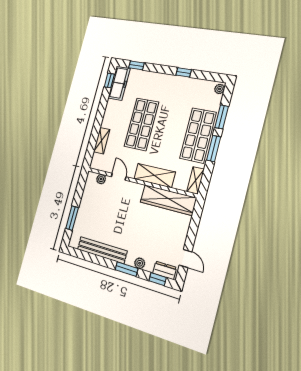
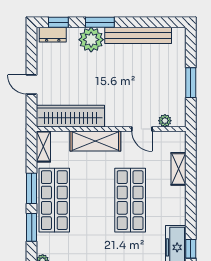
window: (72, 218) -> (191, 83), moved
door: (186, 258) -> (32, 85), moved
plant: (140, 263) -> (91, 40), width x1.88, depth x1.88

